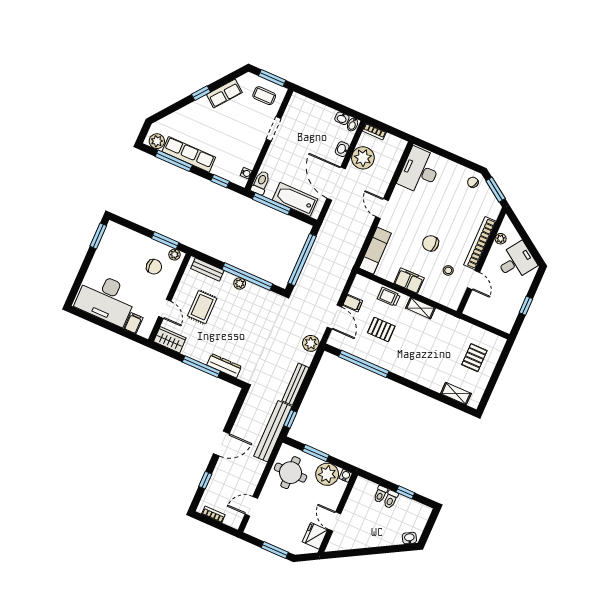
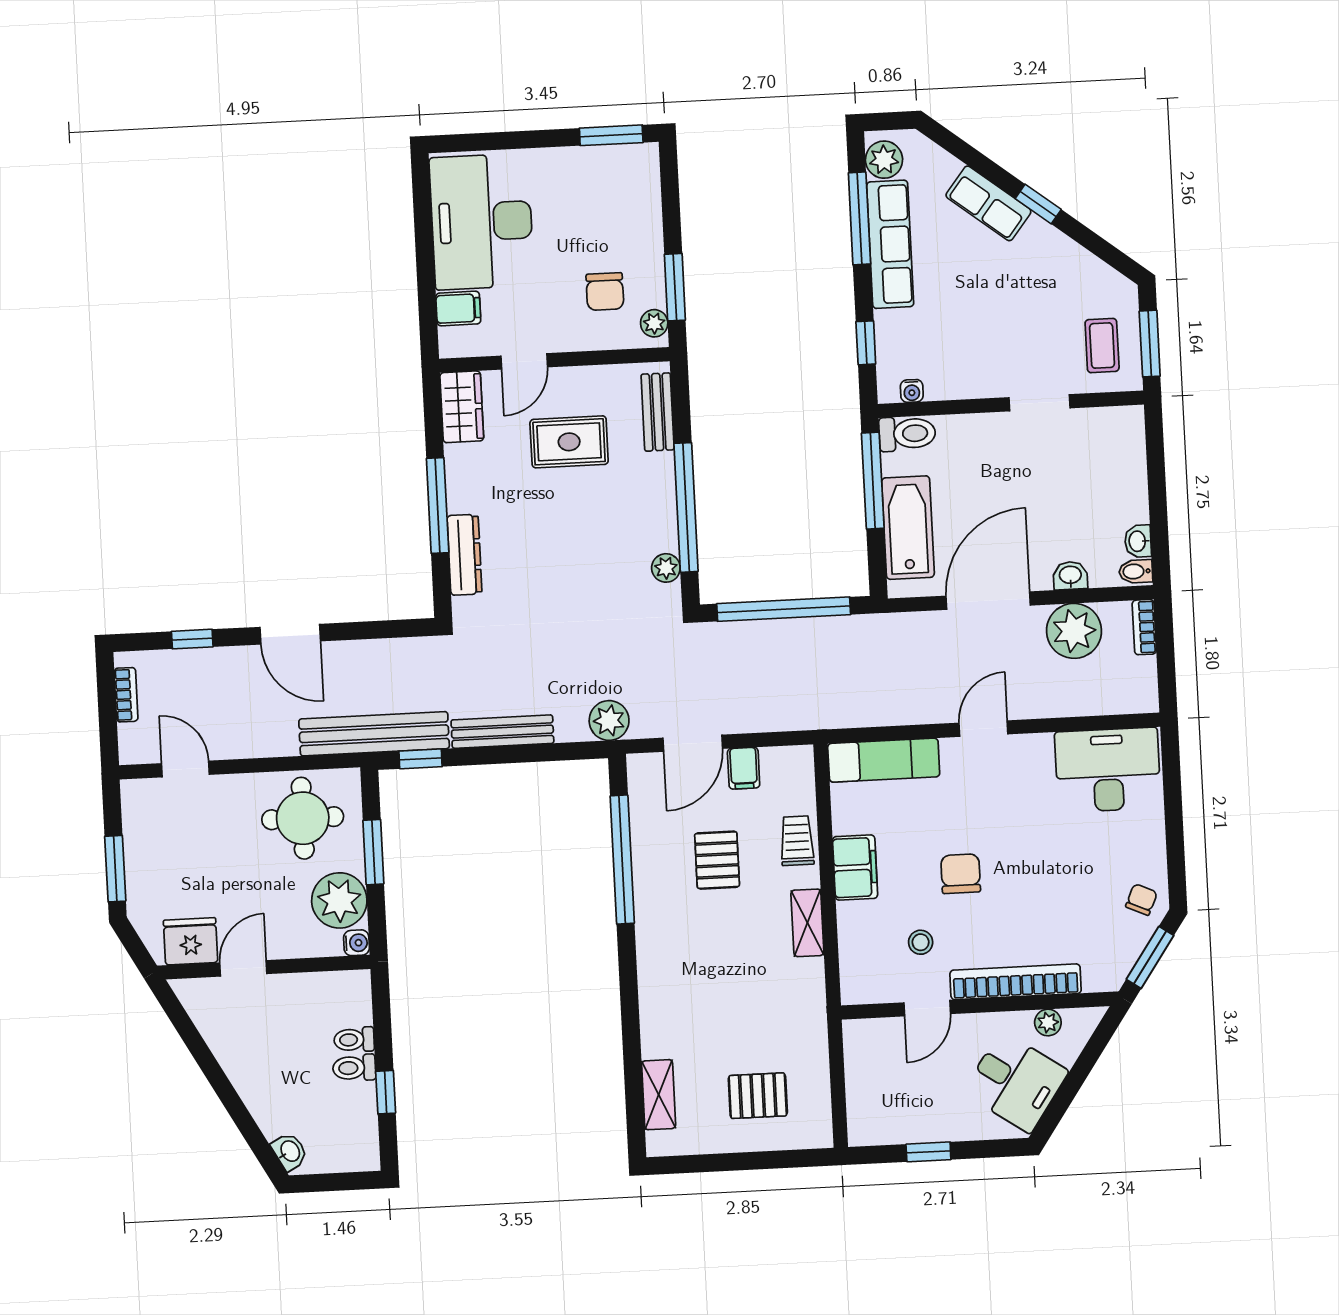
row of seats: (224, 94) -> (988, 203), moved
plant: (240, 283) -> (666, 568), moved

